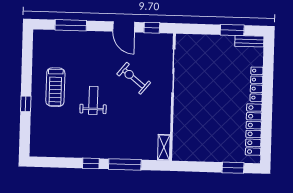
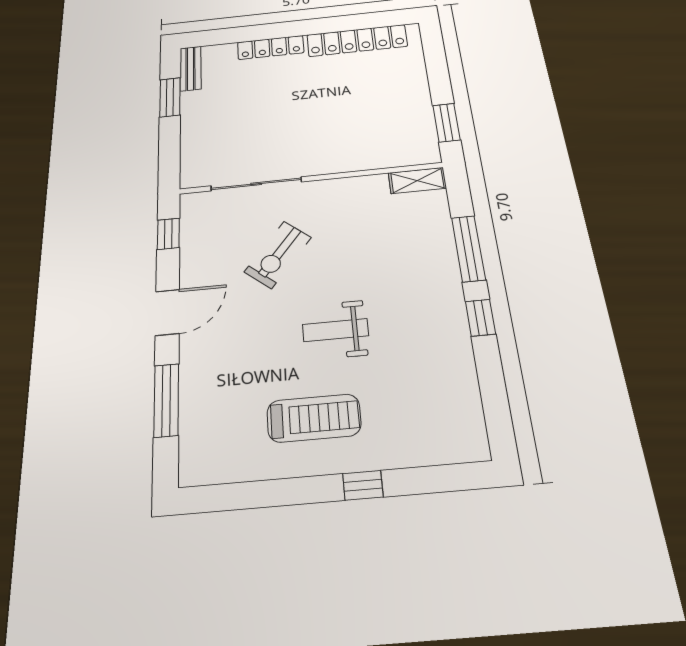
door: (124, 27) -> (167, 312), moved
window: (233, 168) -> (446, 123), moved

